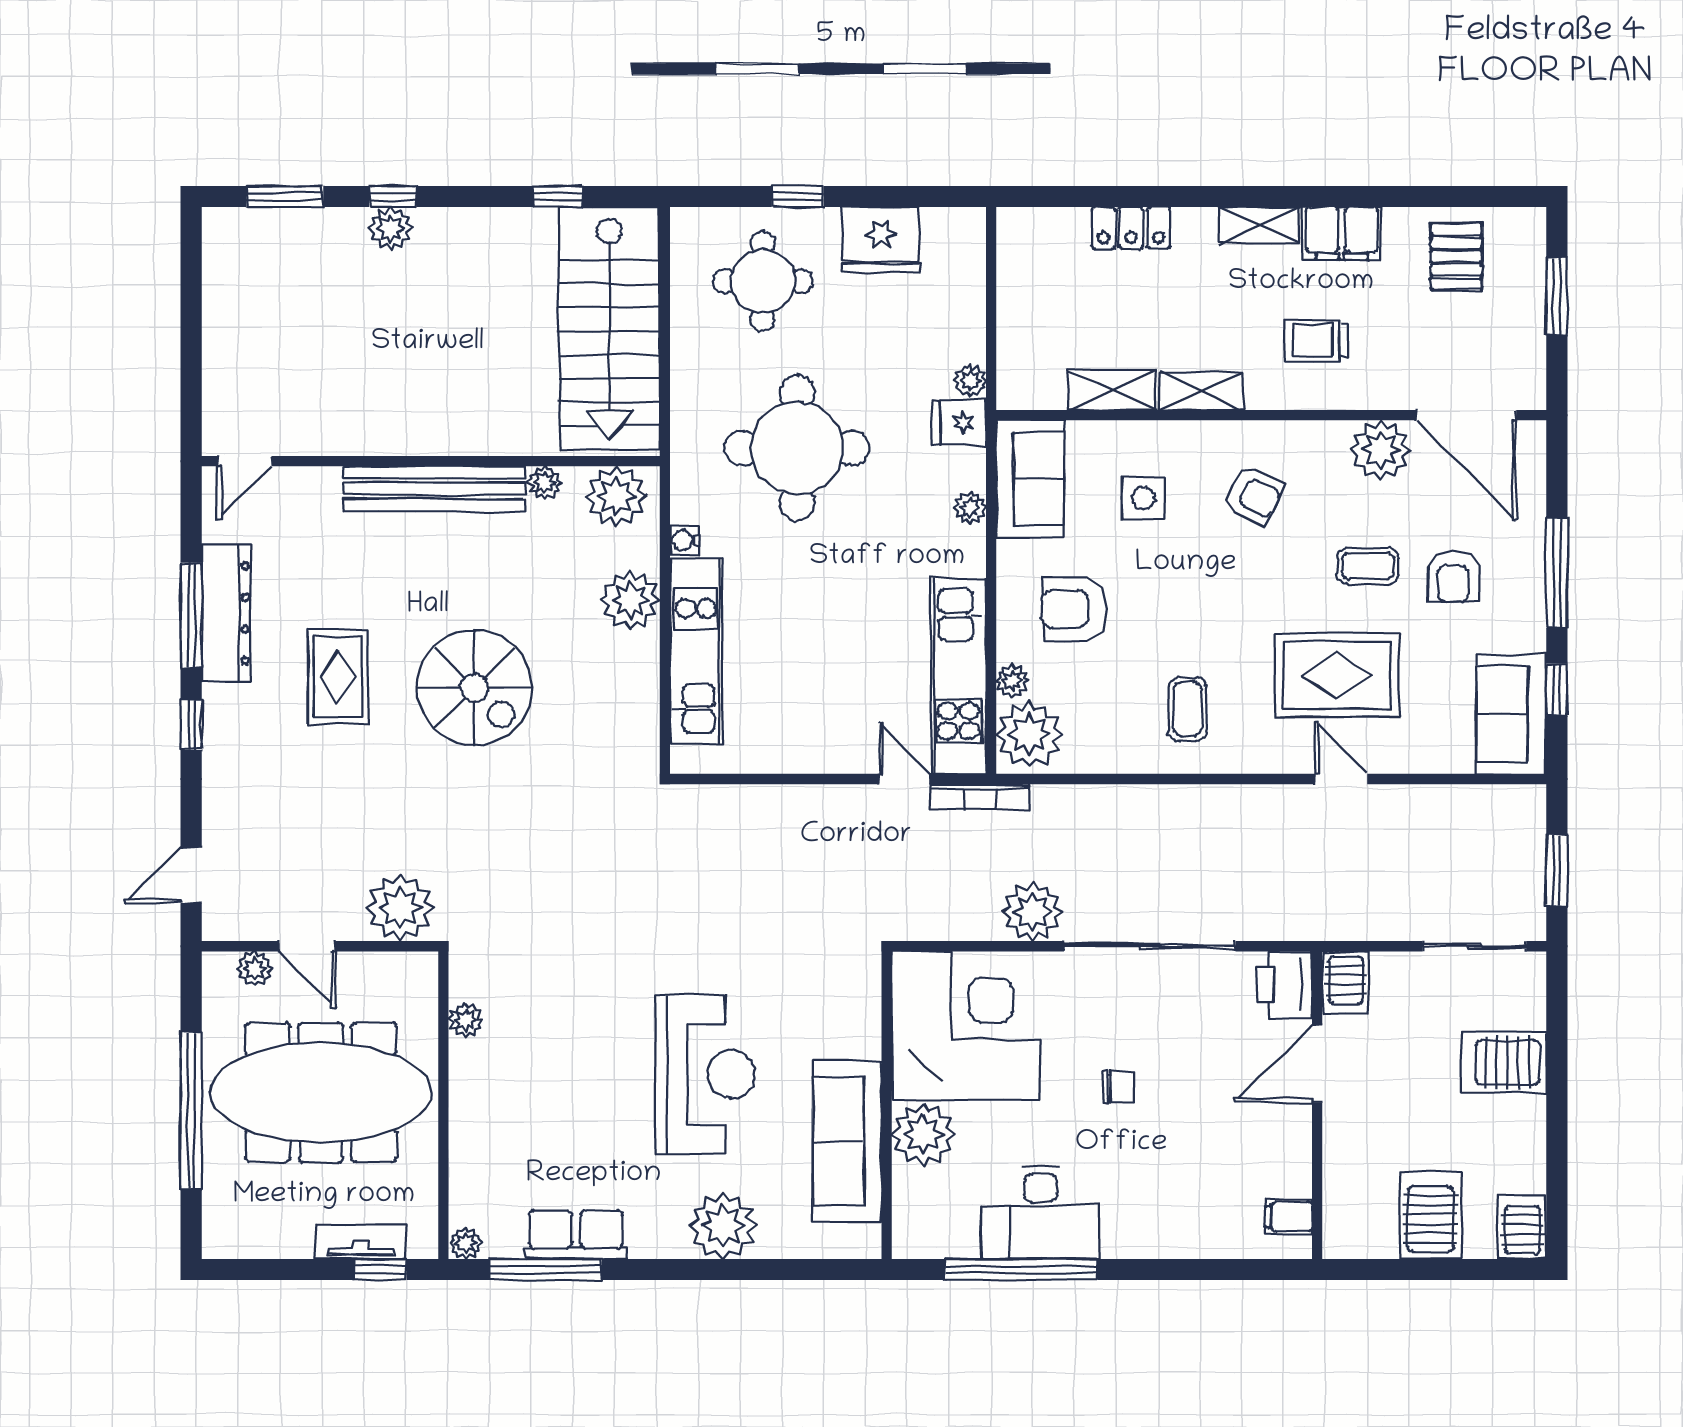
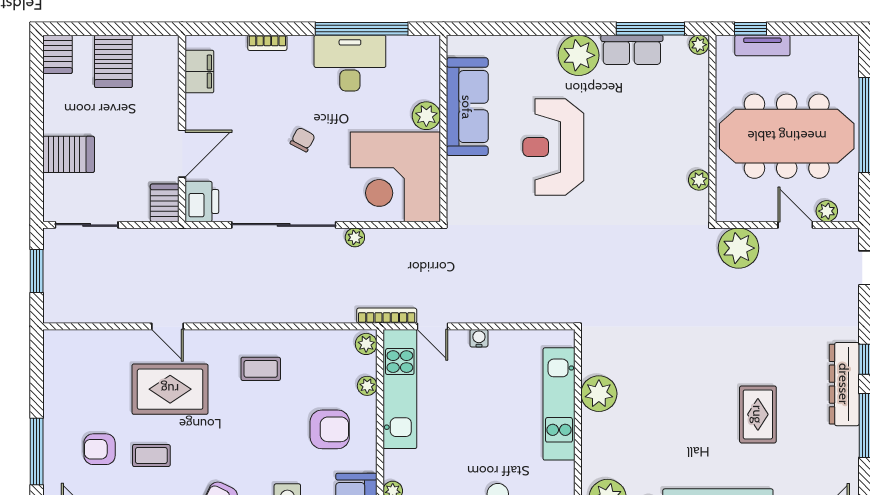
water cooler: (685, 540) -> (479, 338), moved, turned -90
armchair: (1453, 577) -> (100, 449), turned -90
plant: (630, 600) -> (599, 394), moved
dresser: (226, 613) -> (844, 384), moved
rug: (338, 677) -> (758, 414), moved
spiral stairs: (474, 688) -> (694, 382), removed
window: (1557, 690) -> (37, 380), removed
coffee table: (1188, 709) -> (261, 369), turned 90
sofa: (1512, 714) -> (64, 366), removed
plant: (1029, 734) -> (366, 344), width x0.53, depth x0.53
plant: (1032, 912) -> (355, 237), width x0.53, depth x0.53
chair: (1119, 1087) -> (303, 140), turned 118
plant: (923, 1134) -> (426, 116), width x0.73, depth x0.73
filing cabinet: (1289, 1216) -> (199, 72), width x2.00
plant: (723, 1226) -> (579, 55), moved
bookcase: (1177, 1246) -> (267, 43), added

